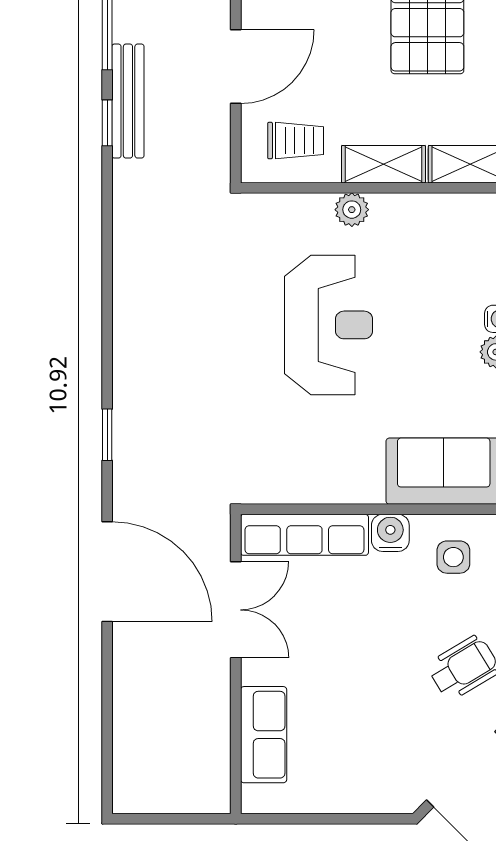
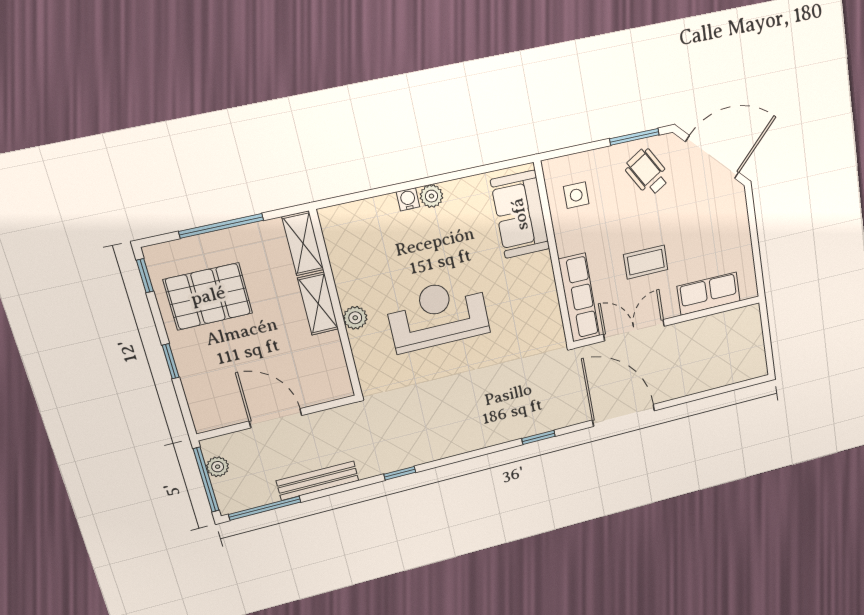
window: (107, 123) -> (400, 473), moved
trolley: (296, 141) -> (317, 367), removed
water cooler: (390, 533) -> (568, 241), removed
door: (107, 572) -> (624, 415), hinge flipped
coffee table: (334, 644) -> (646, 262), added

